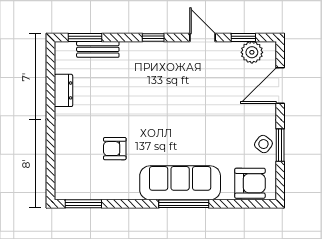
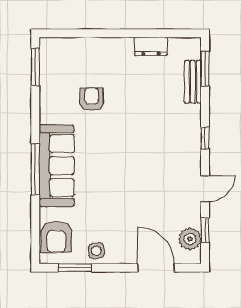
side table: (263, 144) -> (96, 251), turned 45
window: (280, 145) -> (75, 268), moved

